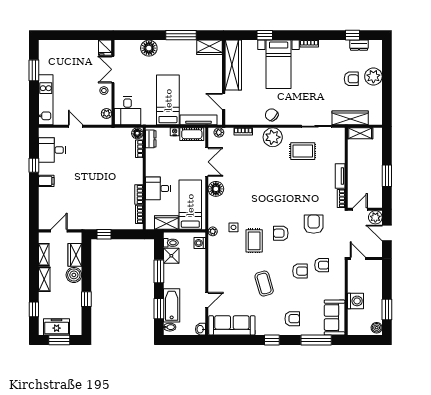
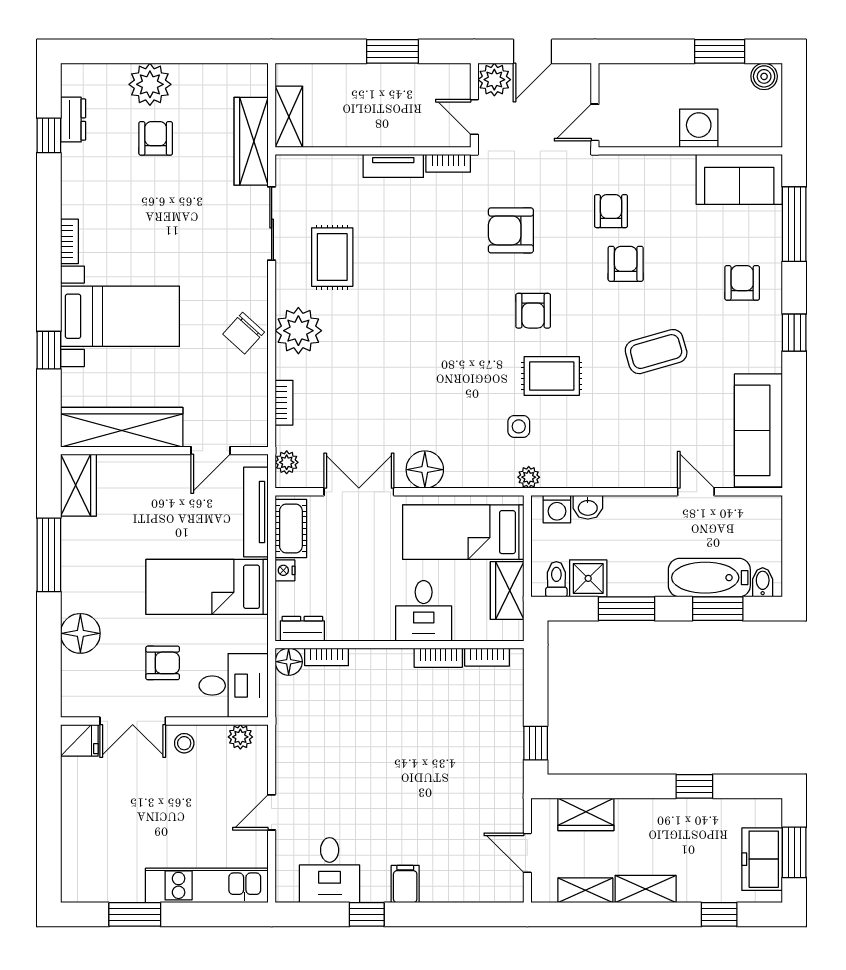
armchair: (137, 82) -> (163, 663), added
boiler: (74, 275) -> (635, 817), removed
washbasin: (200, 329) -> (588, 507), moved

